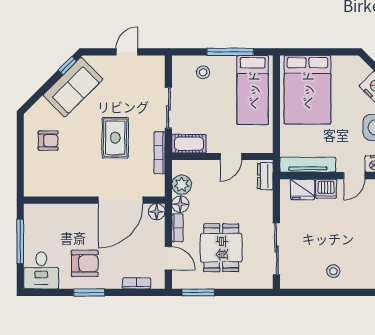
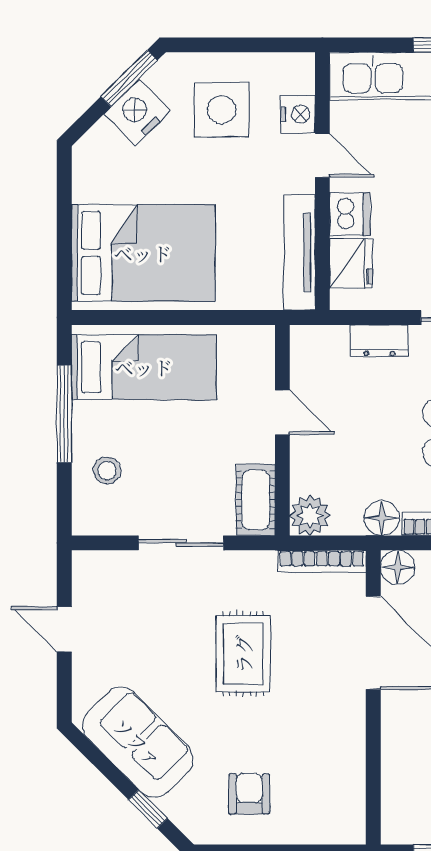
window: (67, 66) -> (148, 809), moved
rug: (115, 138) -> (243, 654), turned 90
bookcase: (159, 153) -> (322, 561), moved
dresser: (265, 176) -> (379, 341), moved
plant: (182, 185) -> (310, 515), moved

